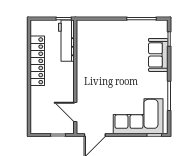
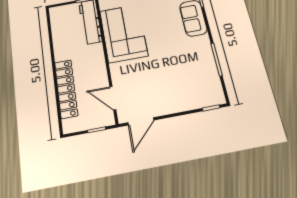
locker: (37, 61) -> (66, 89), moved
corner sofa: (138, 116) -> (124, 33), moved, turned 90

